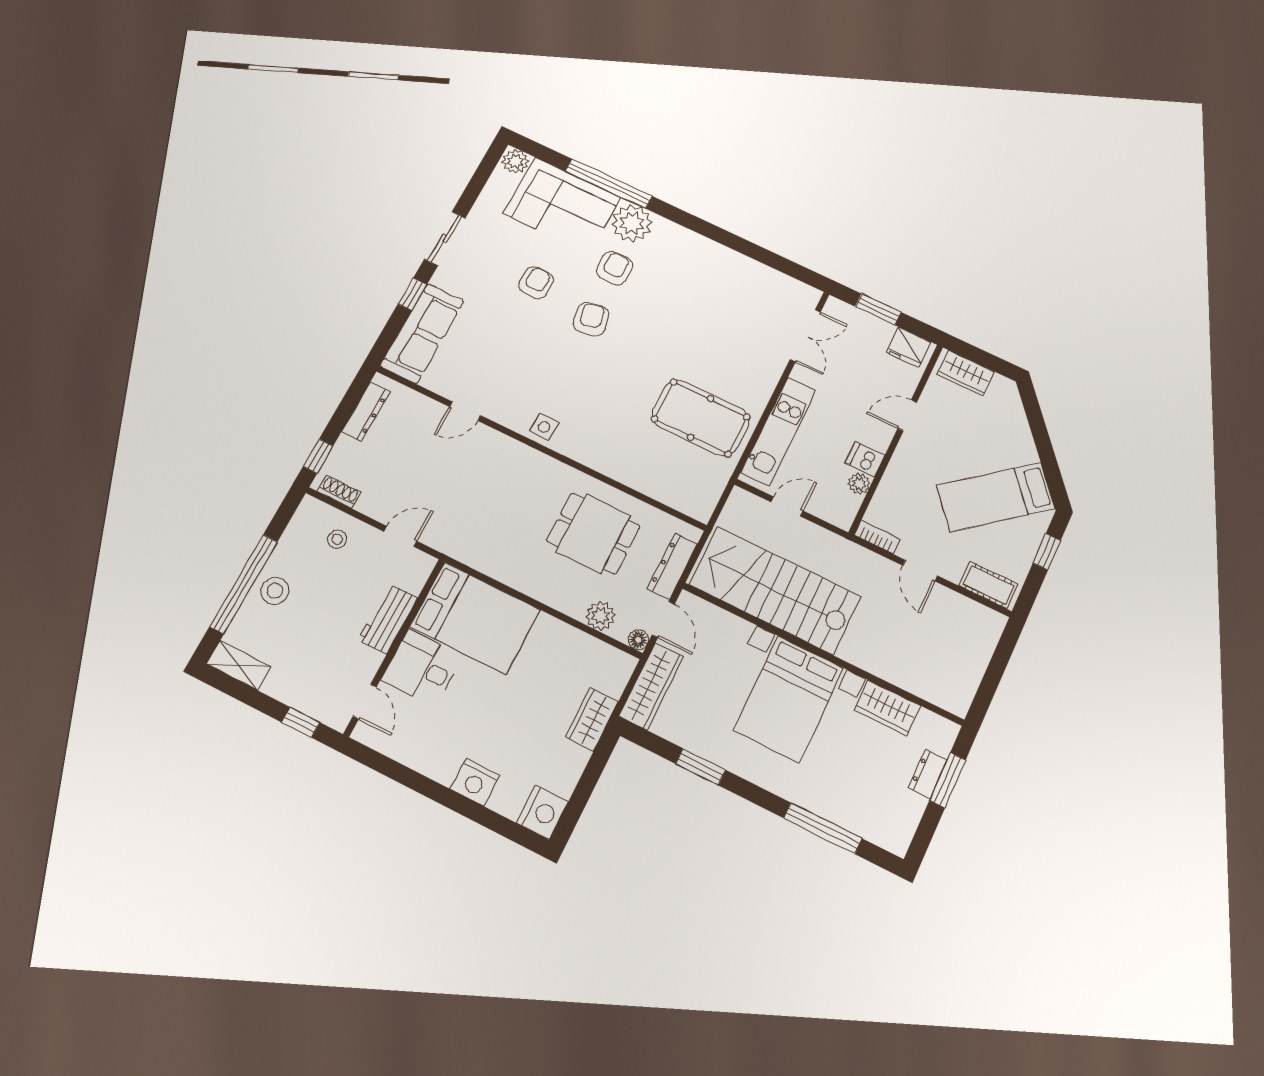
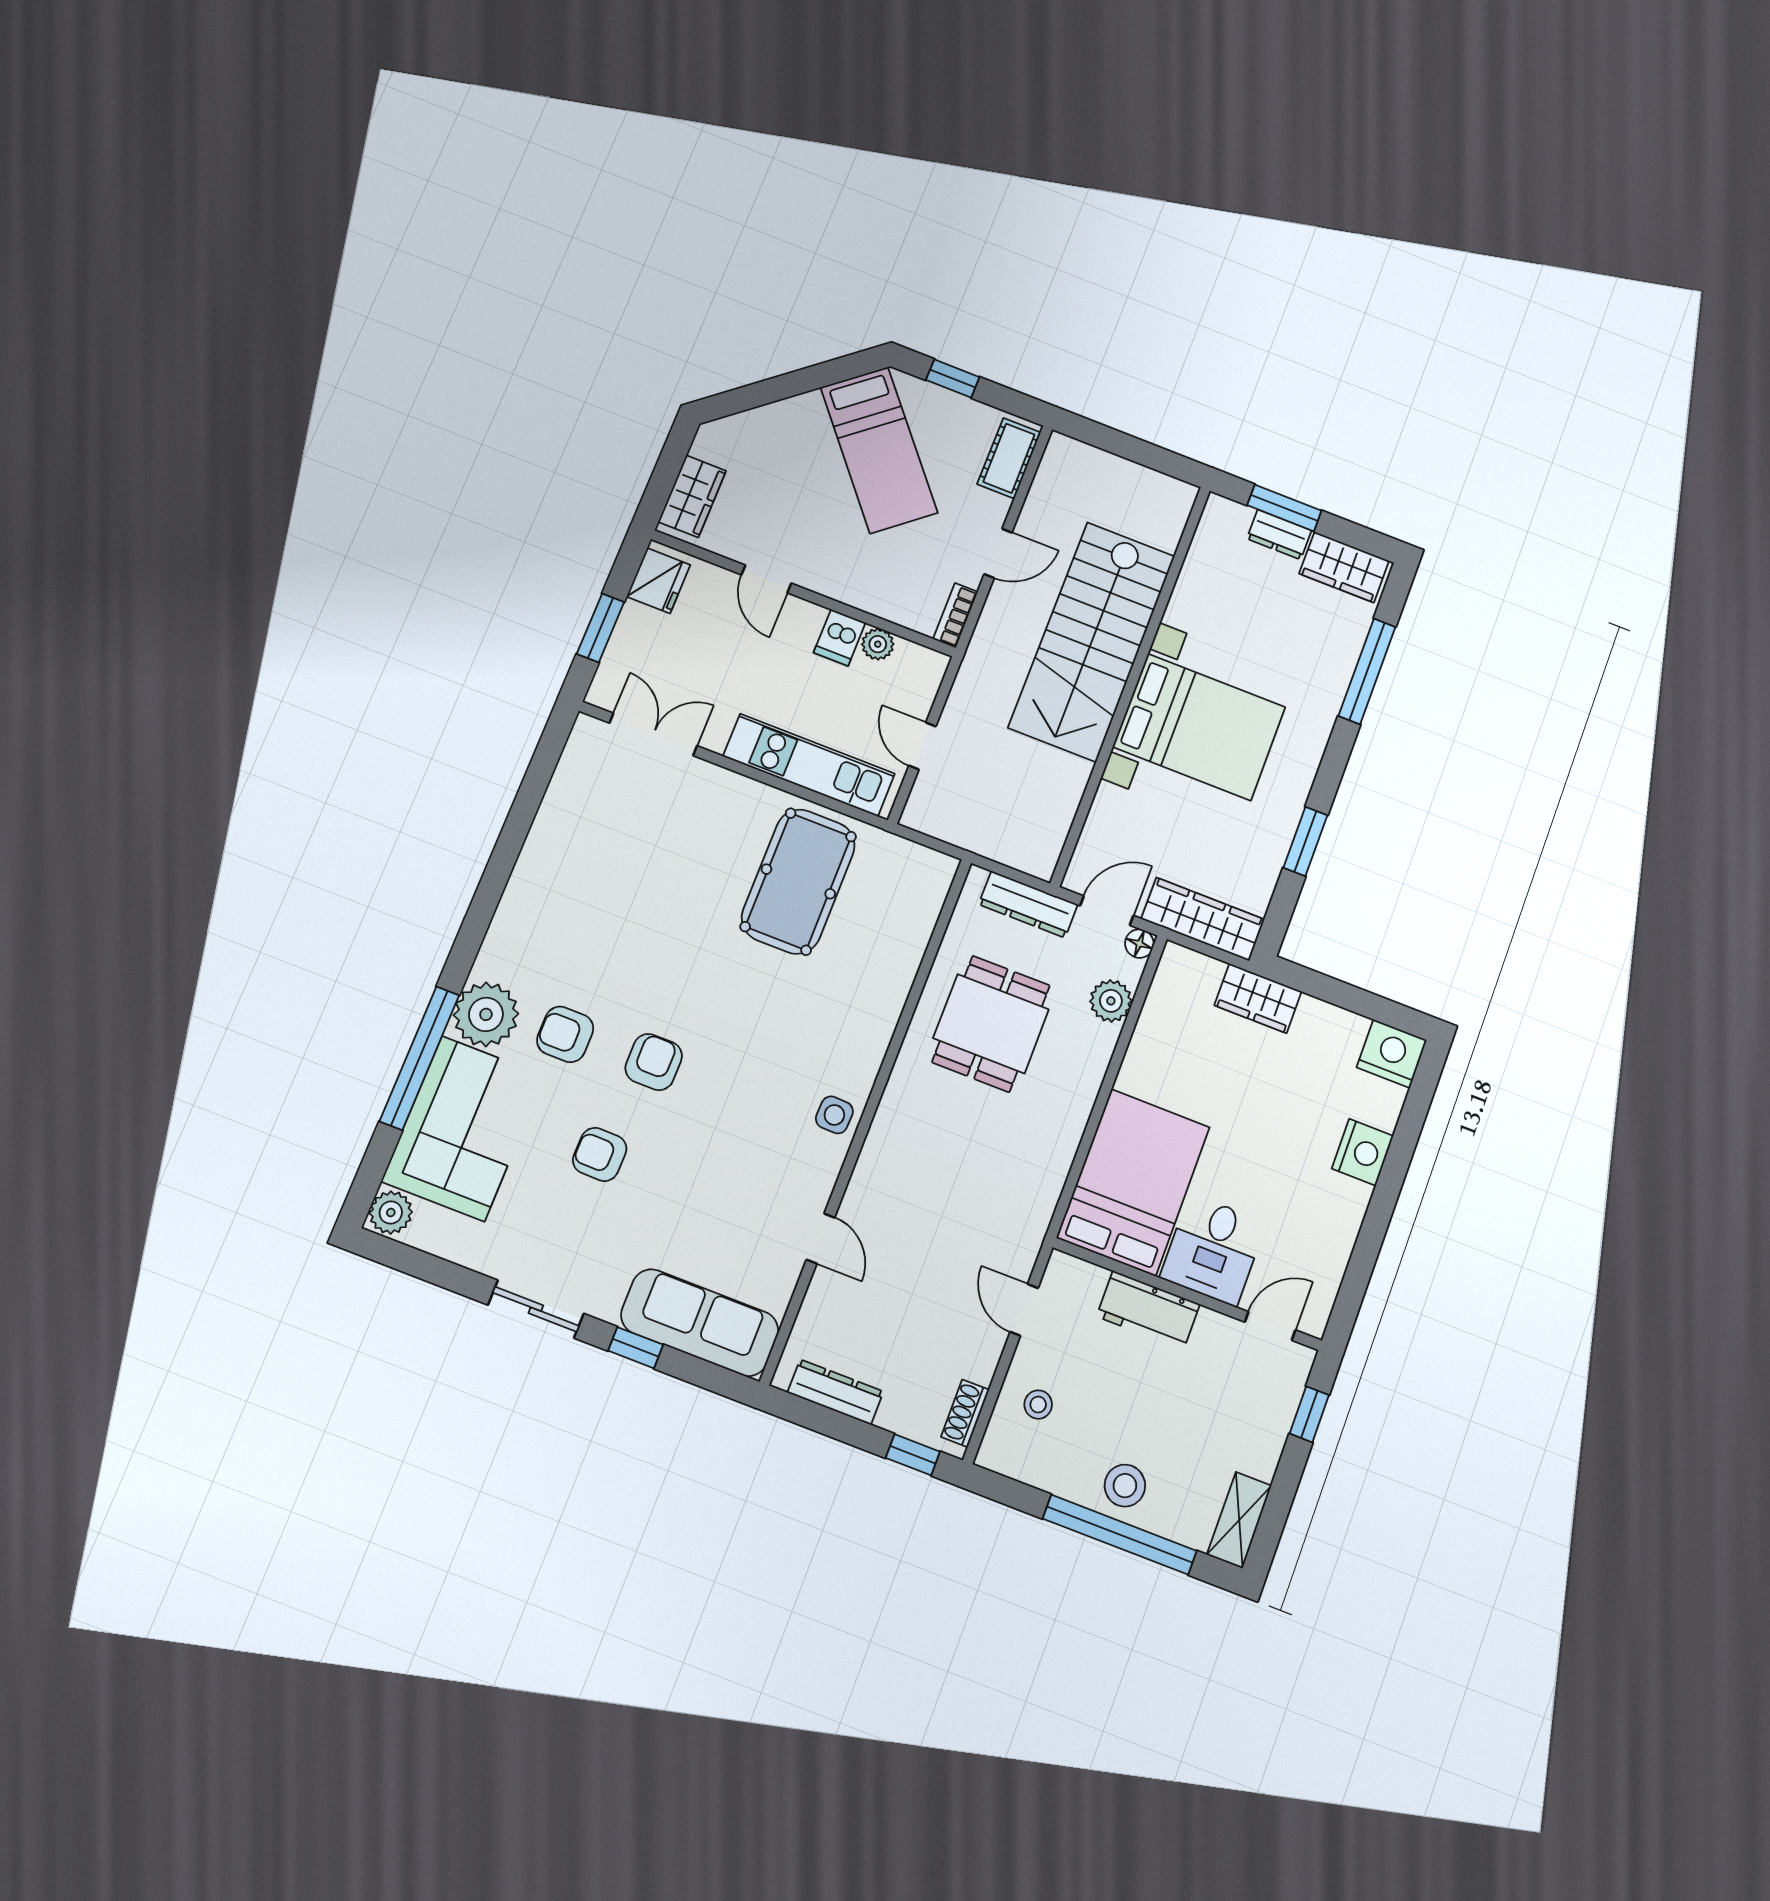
armchair: (591, 319) -> (654, 1062), turned 101
stairs: (775, 590) -> (1092, 642), moved
wardrobe: (887, 708) -> (1344, 567), moved, turned 90

